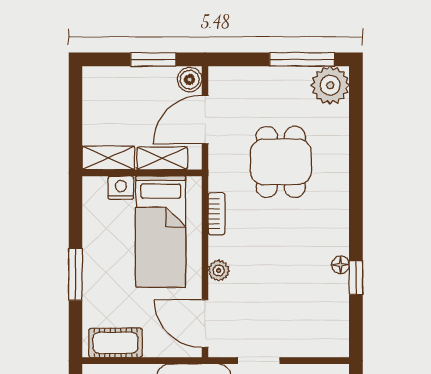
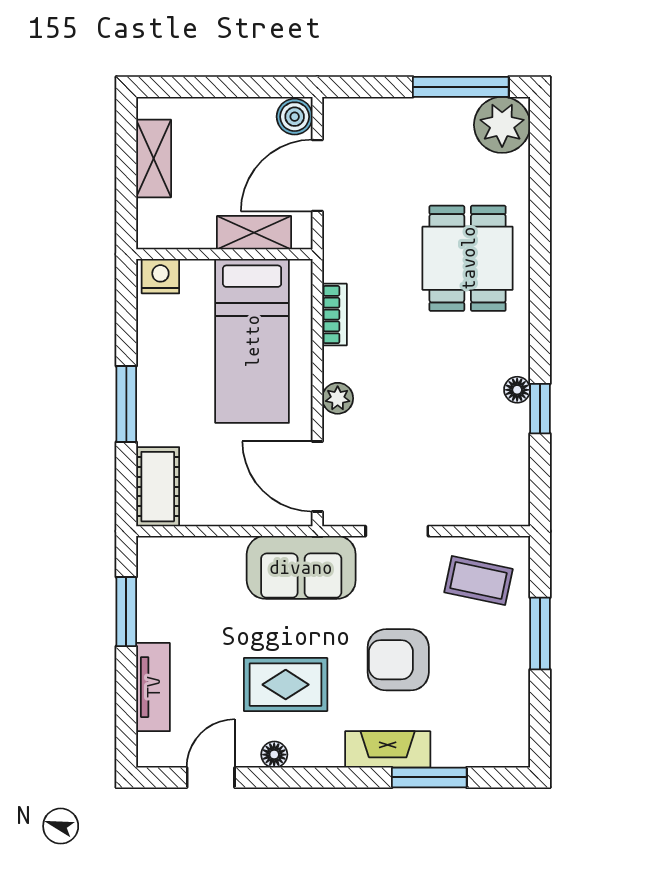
window: (153, 59) -> (241, 87), removed
shelving: (108, 158) -> (154, 159), moved, turned 90
dining table: (281, 162) -> (468, 258), moved
nightstand: (121, 188) -> (160, 276), moved
cot: (115, 343) -> (158, 487), moved, turned 90

